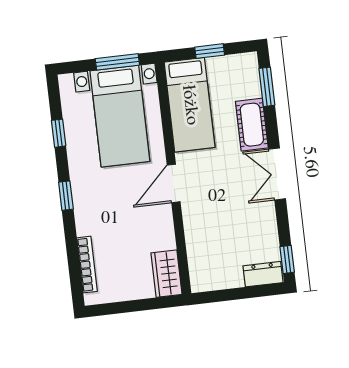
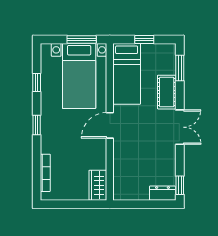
double door: (277, 174) -> (180, 127), swing flipped

